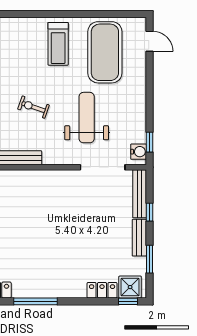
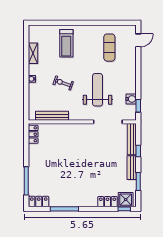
door: (150, 41) -> (138, 40), hinge flipped
treadmill: (58, 44) -> (66, 43), moved
exercise mat: (105, 52) -> (109, 48), width x0.50, depth x0.69
water cooler: (139, 152) -> (131, 99), moved

